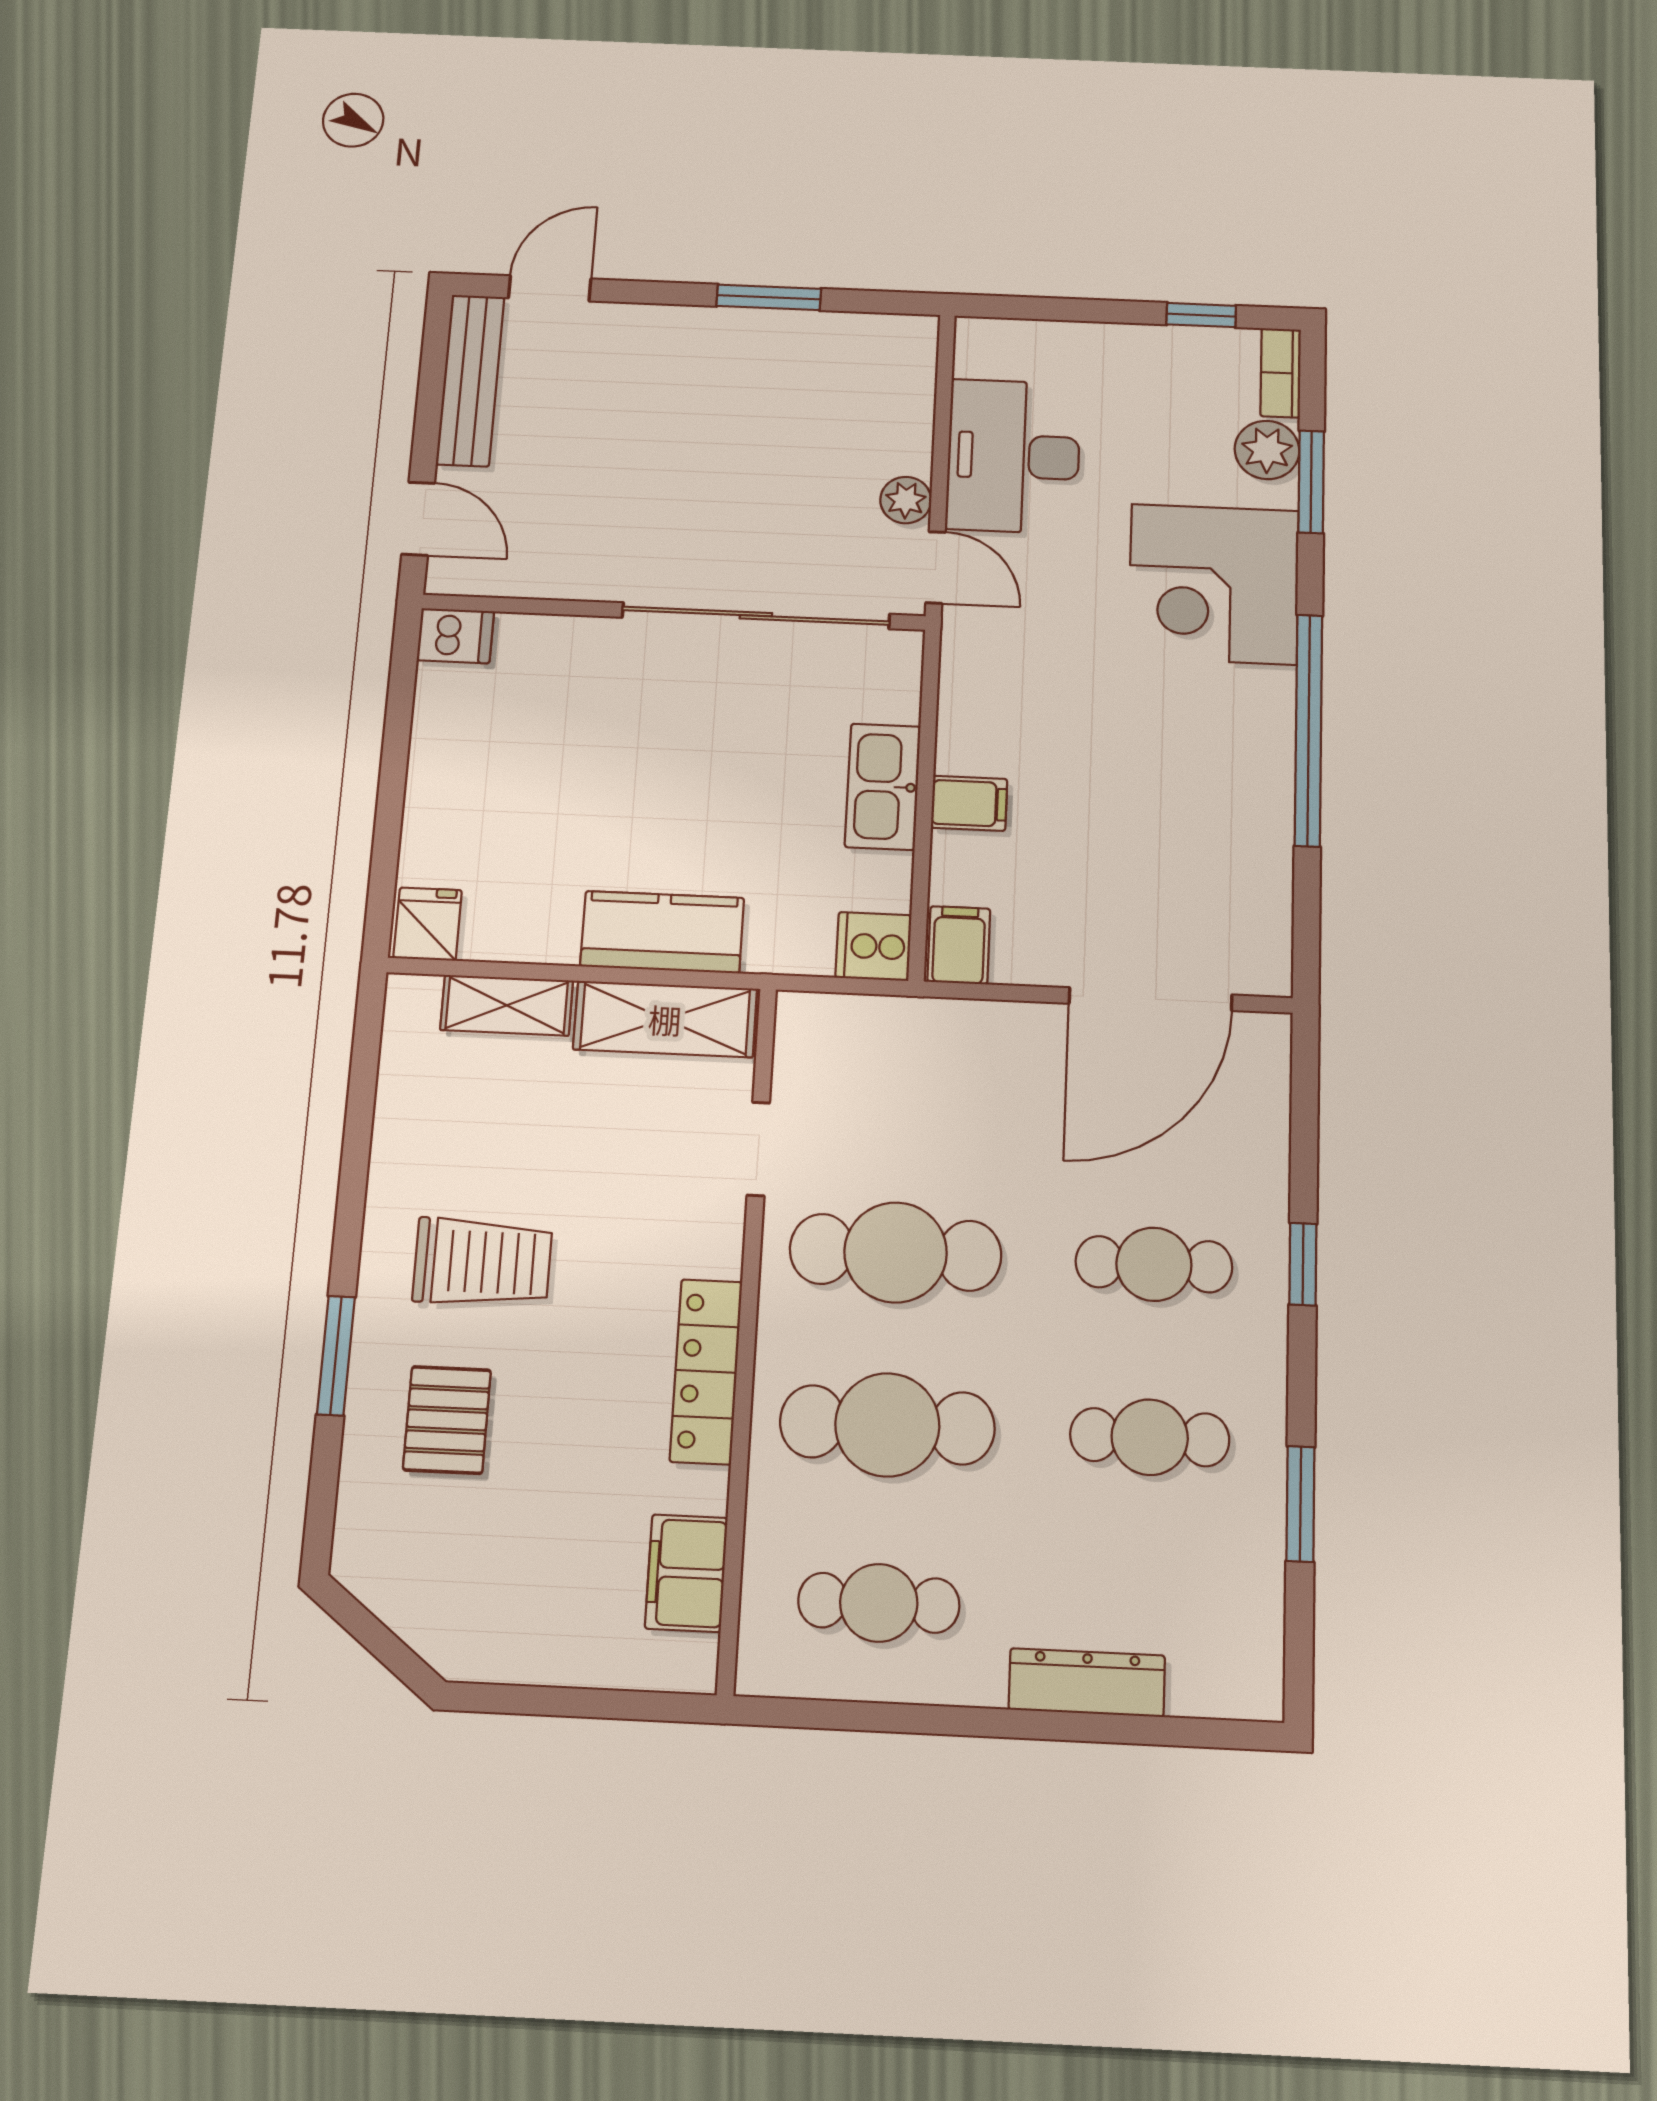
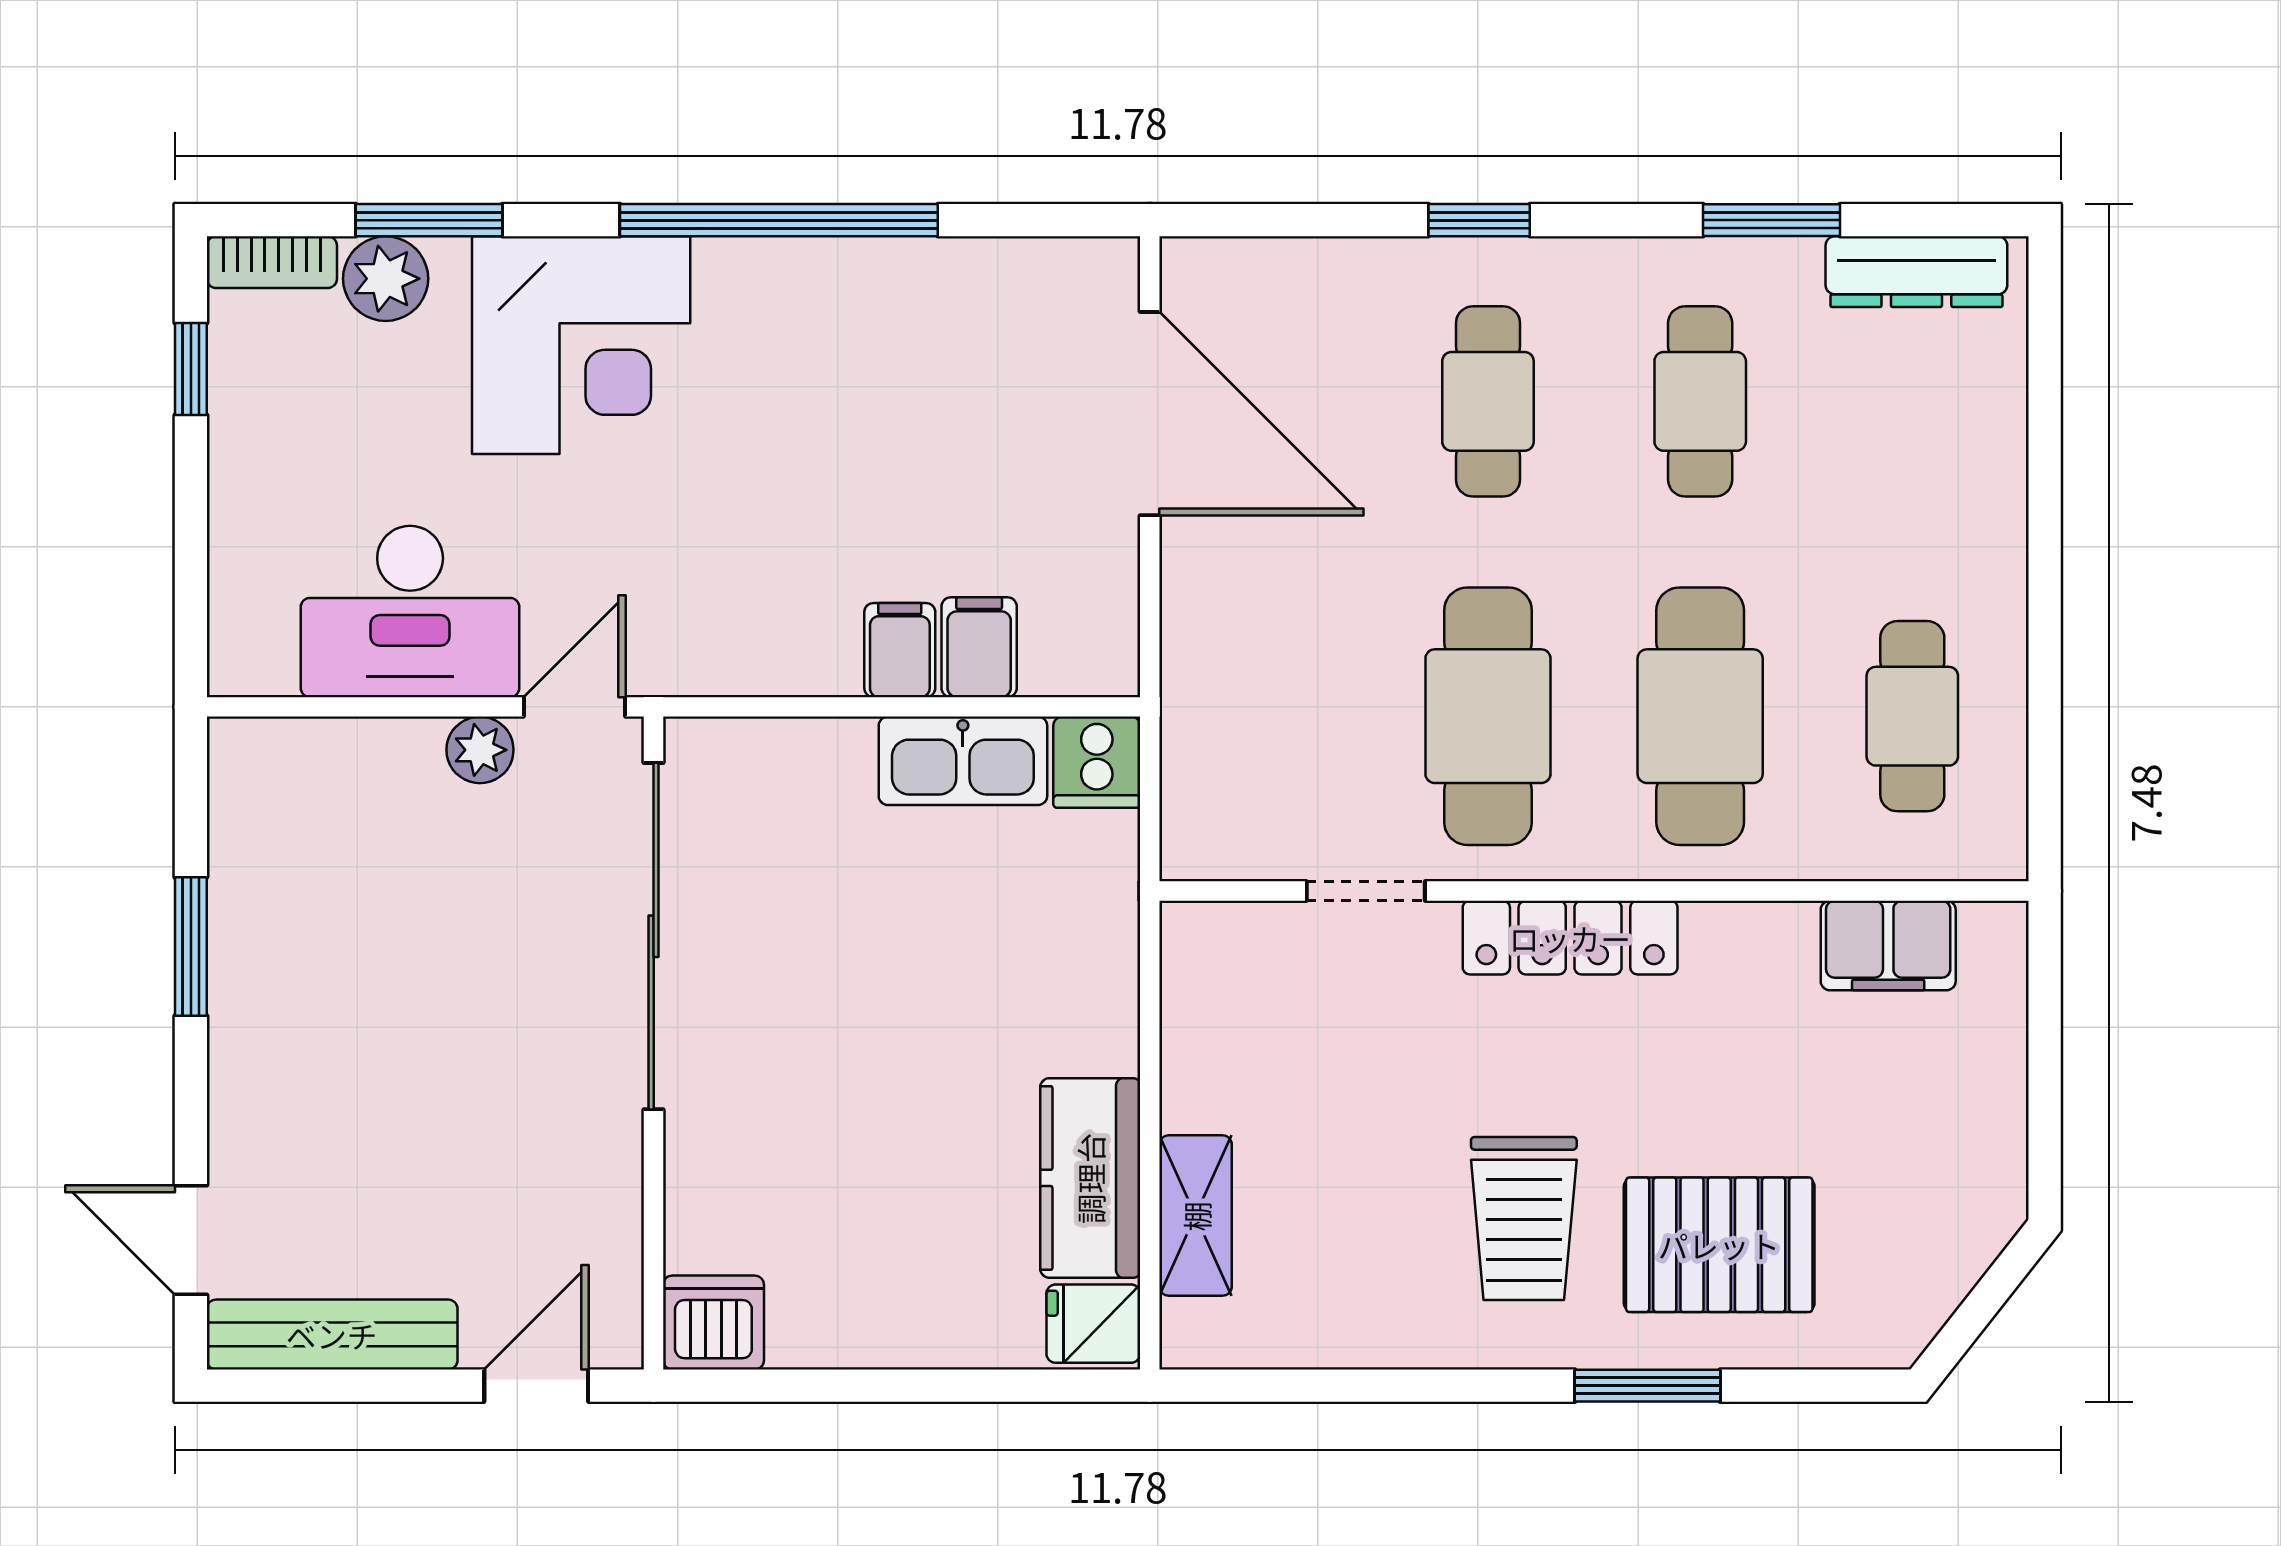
dishwasher: (455, 636) -> (713, 1323), width x1.38
kitchen sink: (883, 787) -> (963, 761), moved
kitchen counter: (662, 932) -> (1090, 1178), moved
filing cabinet: (959, 945) -> (979, 647), moved, turned 90
shelving: (665, 1019) -> (1204, 1017), removed
trolley: (482, 1262) -> (1524, 1218), turned 180
locker: (706, 1371) -> (1570, 938), moved
pallet: (447, 1420) -> (1719, 1245), width x1.50, depth x1.42
dresser: (1087, 1682) -> (1916, 272), moved, turned -90

